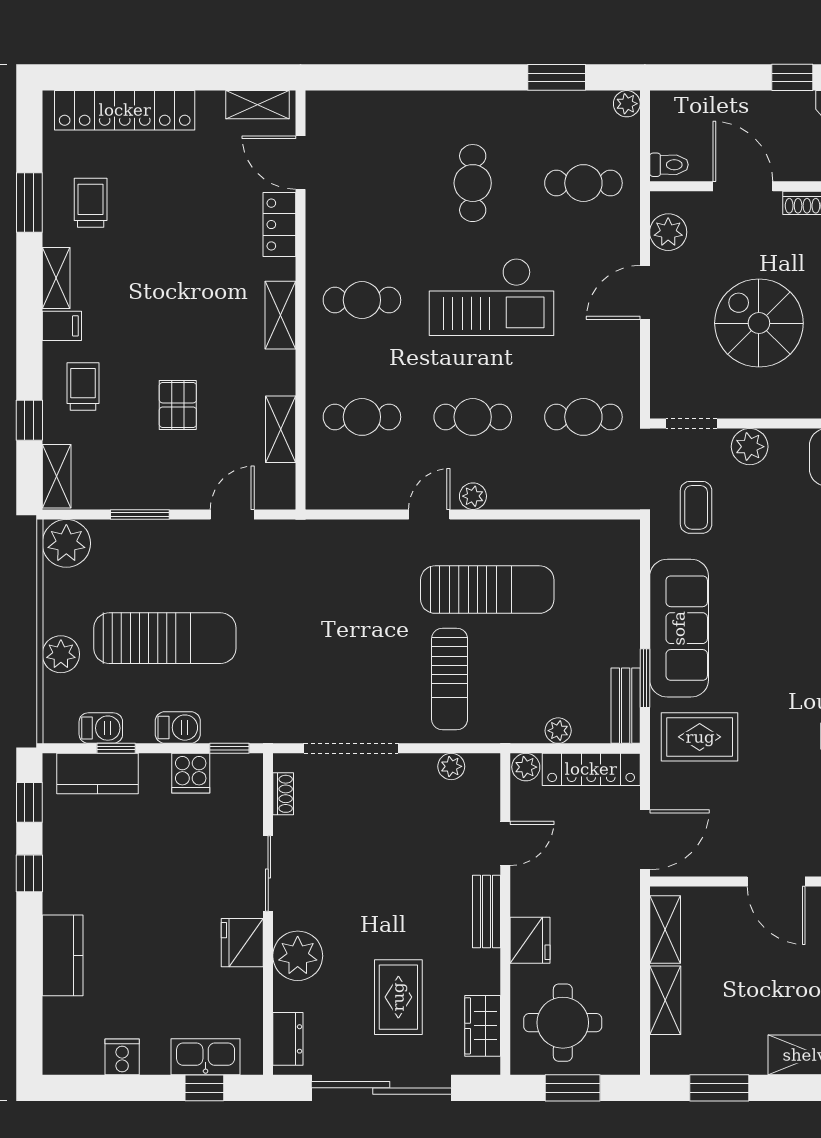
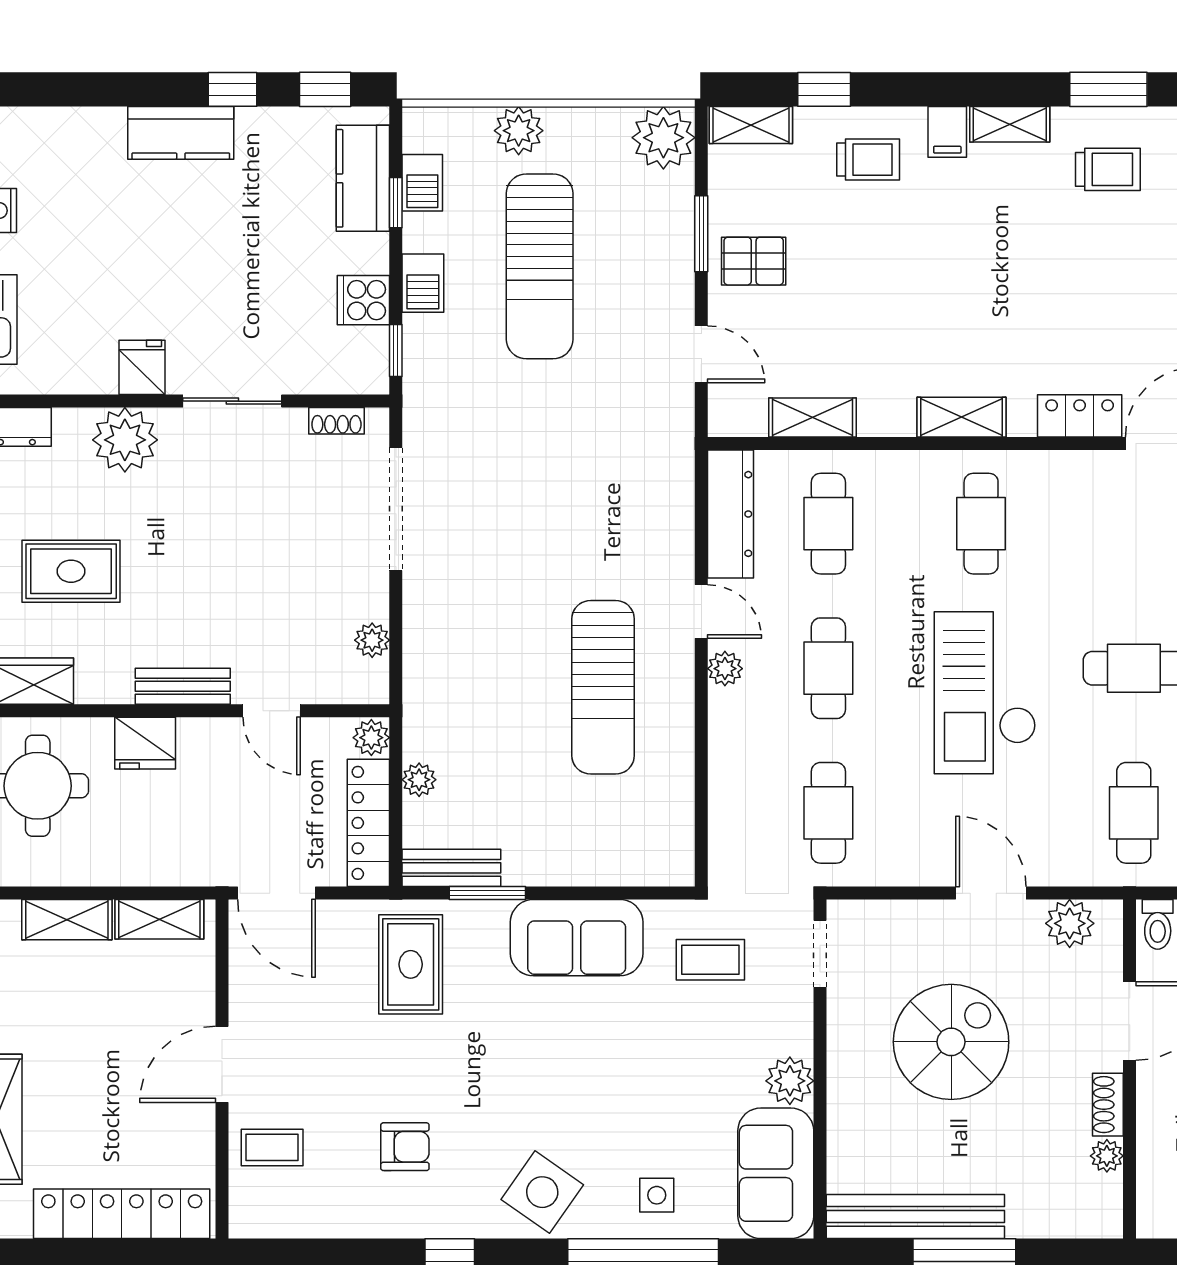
pallet: (178, 405) -> (754, 261), moved
plant: (750, 447) -> (790, 1081), moved
dresser: (355, 492) -> (730, 514), added
sofa: (679, 628) -> (577, 938), width x0.73
sun lounger: (450, 679) -> (486, 638), removed
fridge: (242, 943) -> (142, 367), width x0.72
kitchen counter: (63, 955) -> (181, 133), moved

